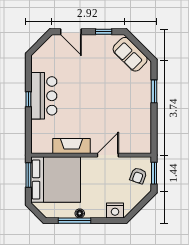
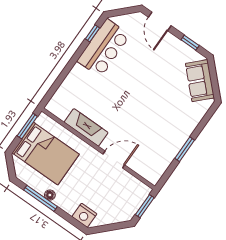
window: (154, 91) -> (185, 149), moved
bar counter: (44, 96) -> (104, 48), moved
window: (28, 99) -> (92, 33), moved
armchair: (138, 176) -> (129, 198), removed
bed: (56, 179) -> (46, 154), width x0.73

